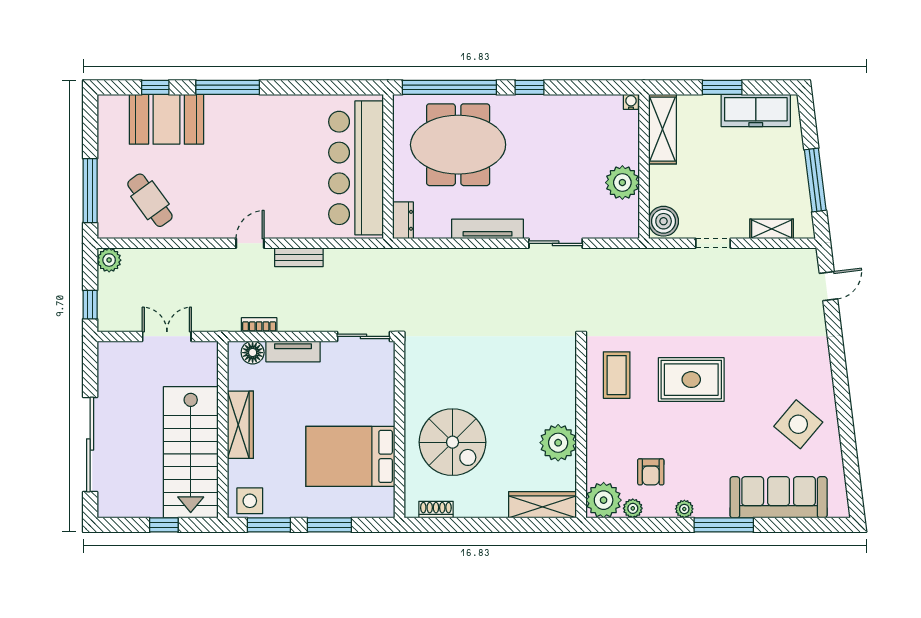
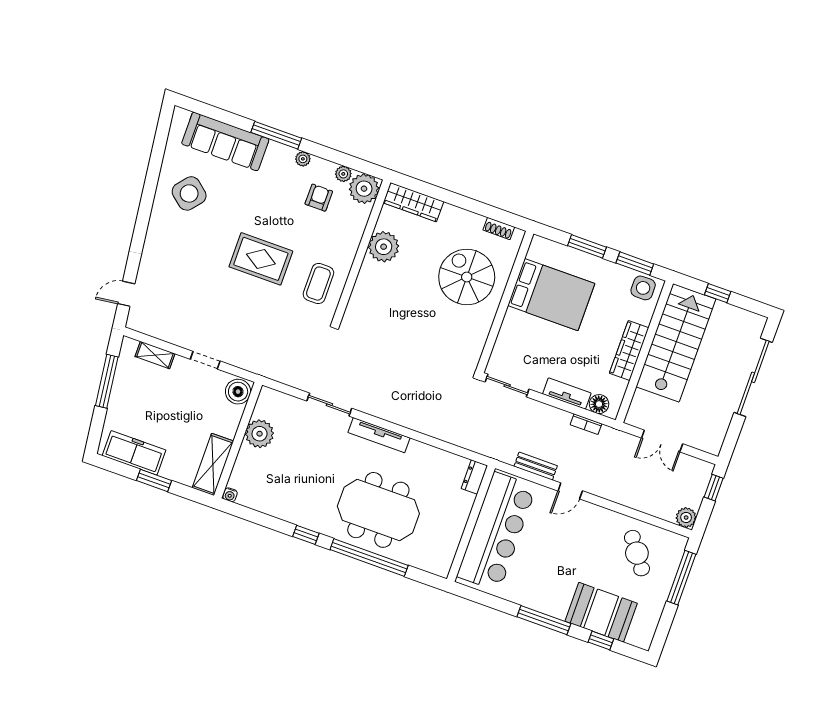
wall: (388, 167) -> (471, 524), moved
bar counter: (356, 168) -> (497, 532), moved
dresser: (403, 220) -> (474, 477), moved

